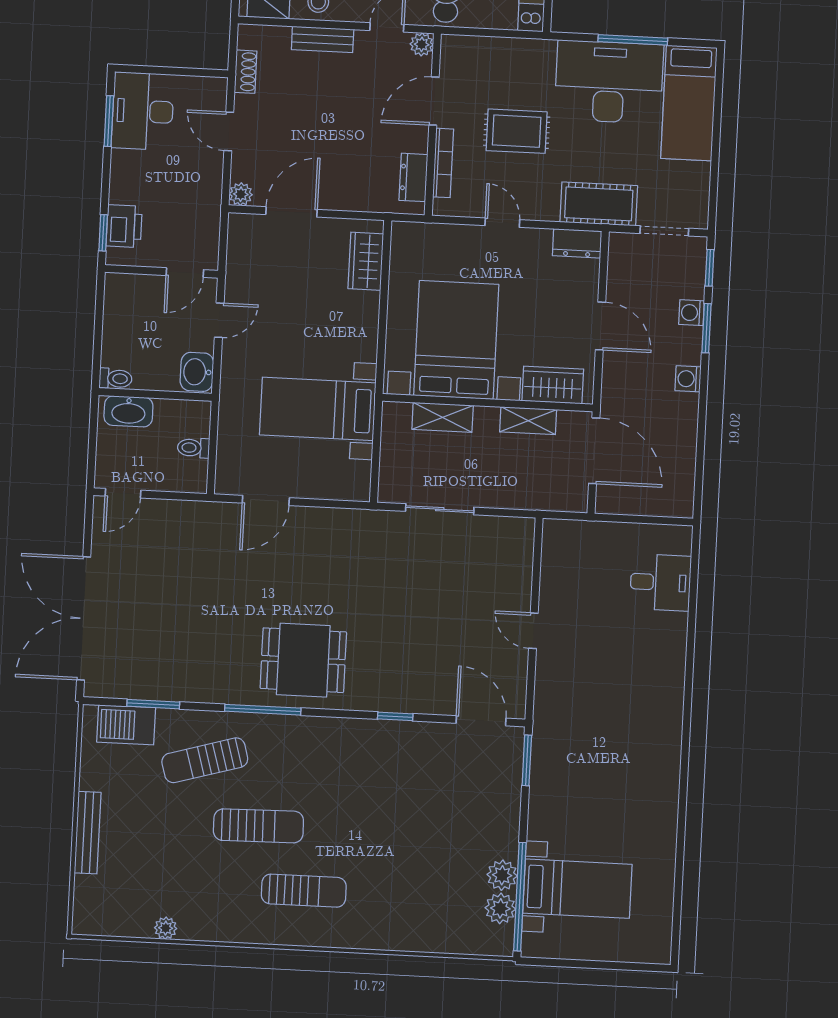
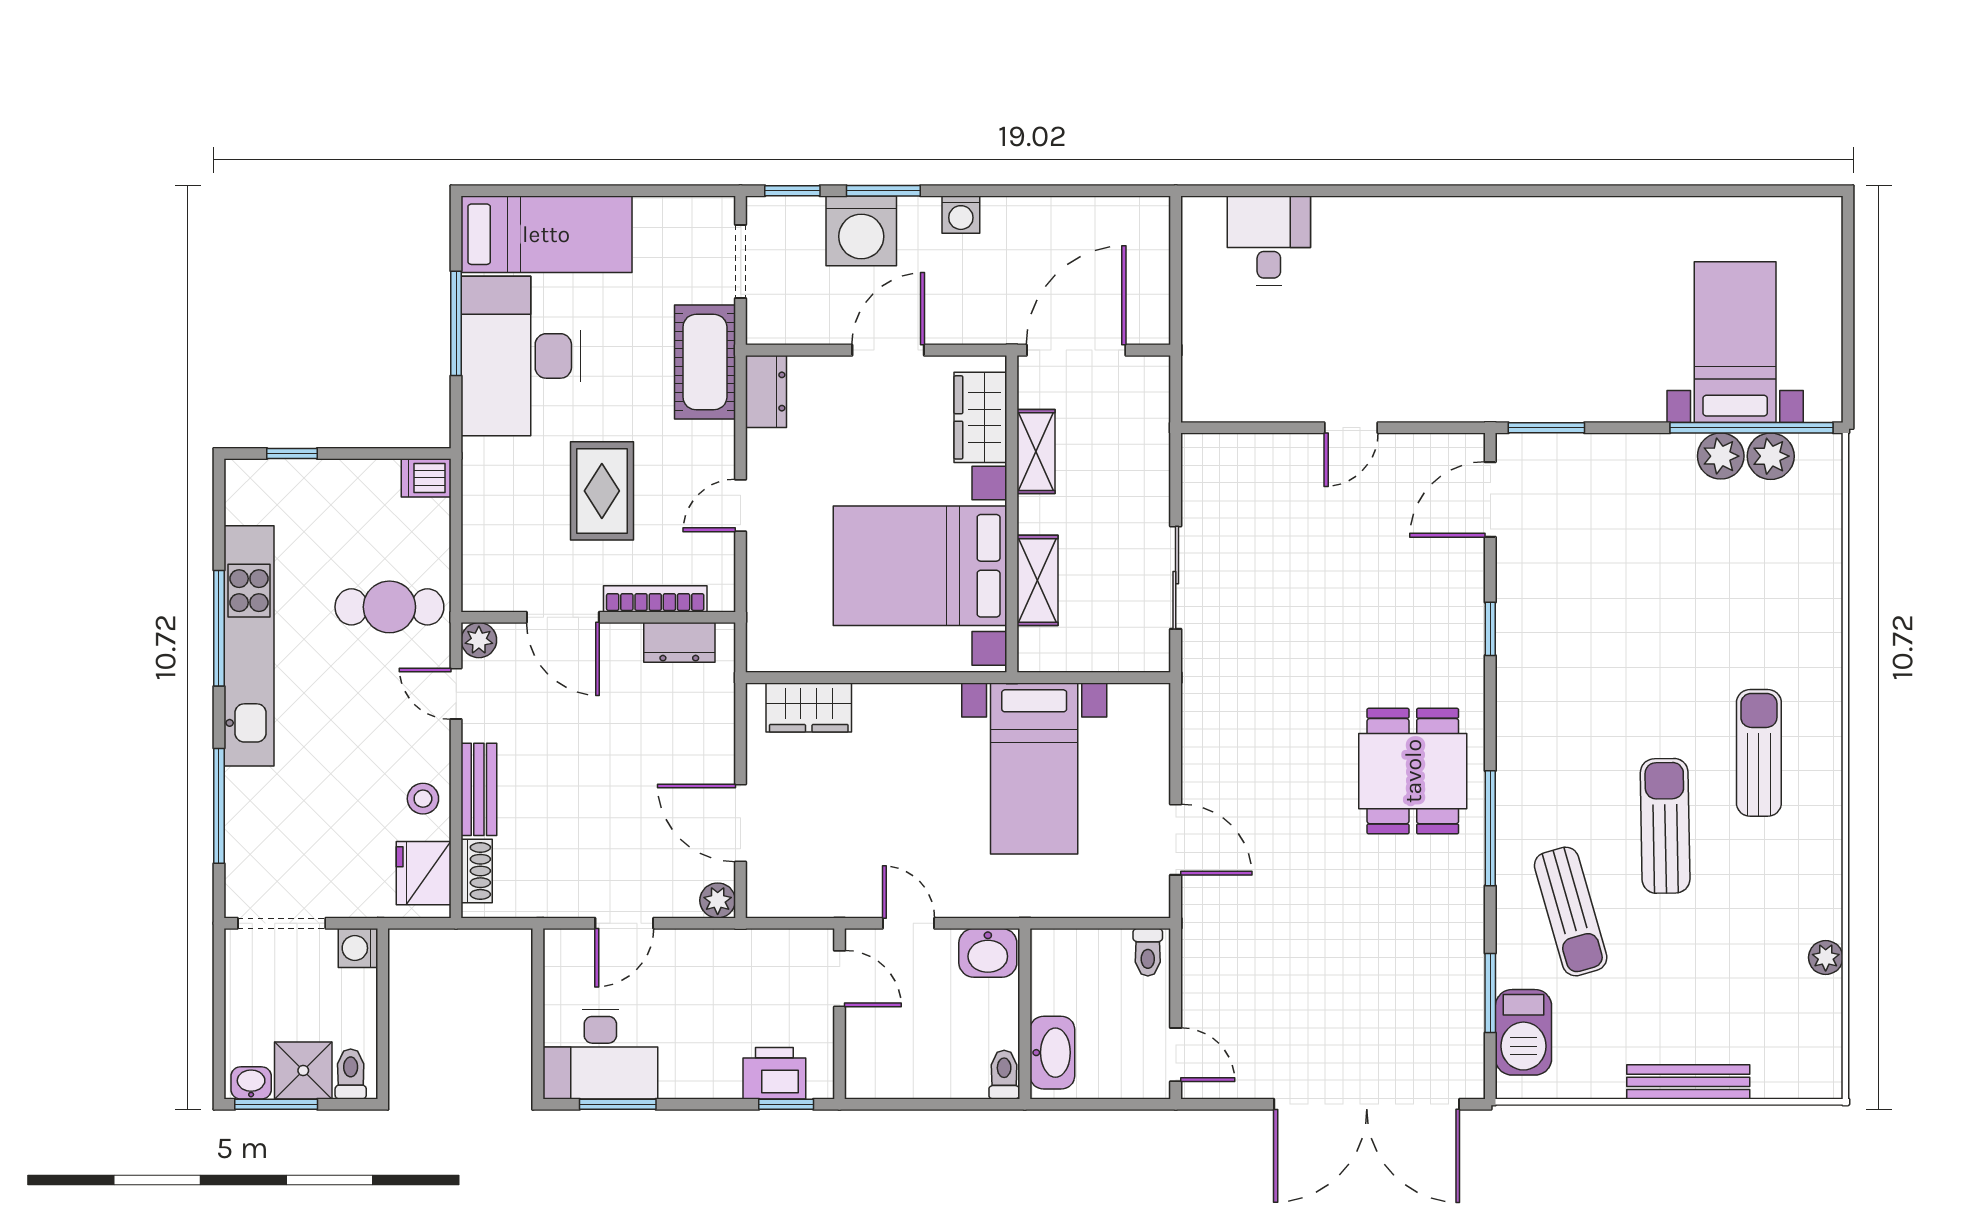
shoe rack: (246, 72) -> (477, 871), moved, turned 90
washing machine: (692, 313) -> (861, 231), width x1.89, depth x1.89
toilet: (193, 448) -> (1148, 952), moved

